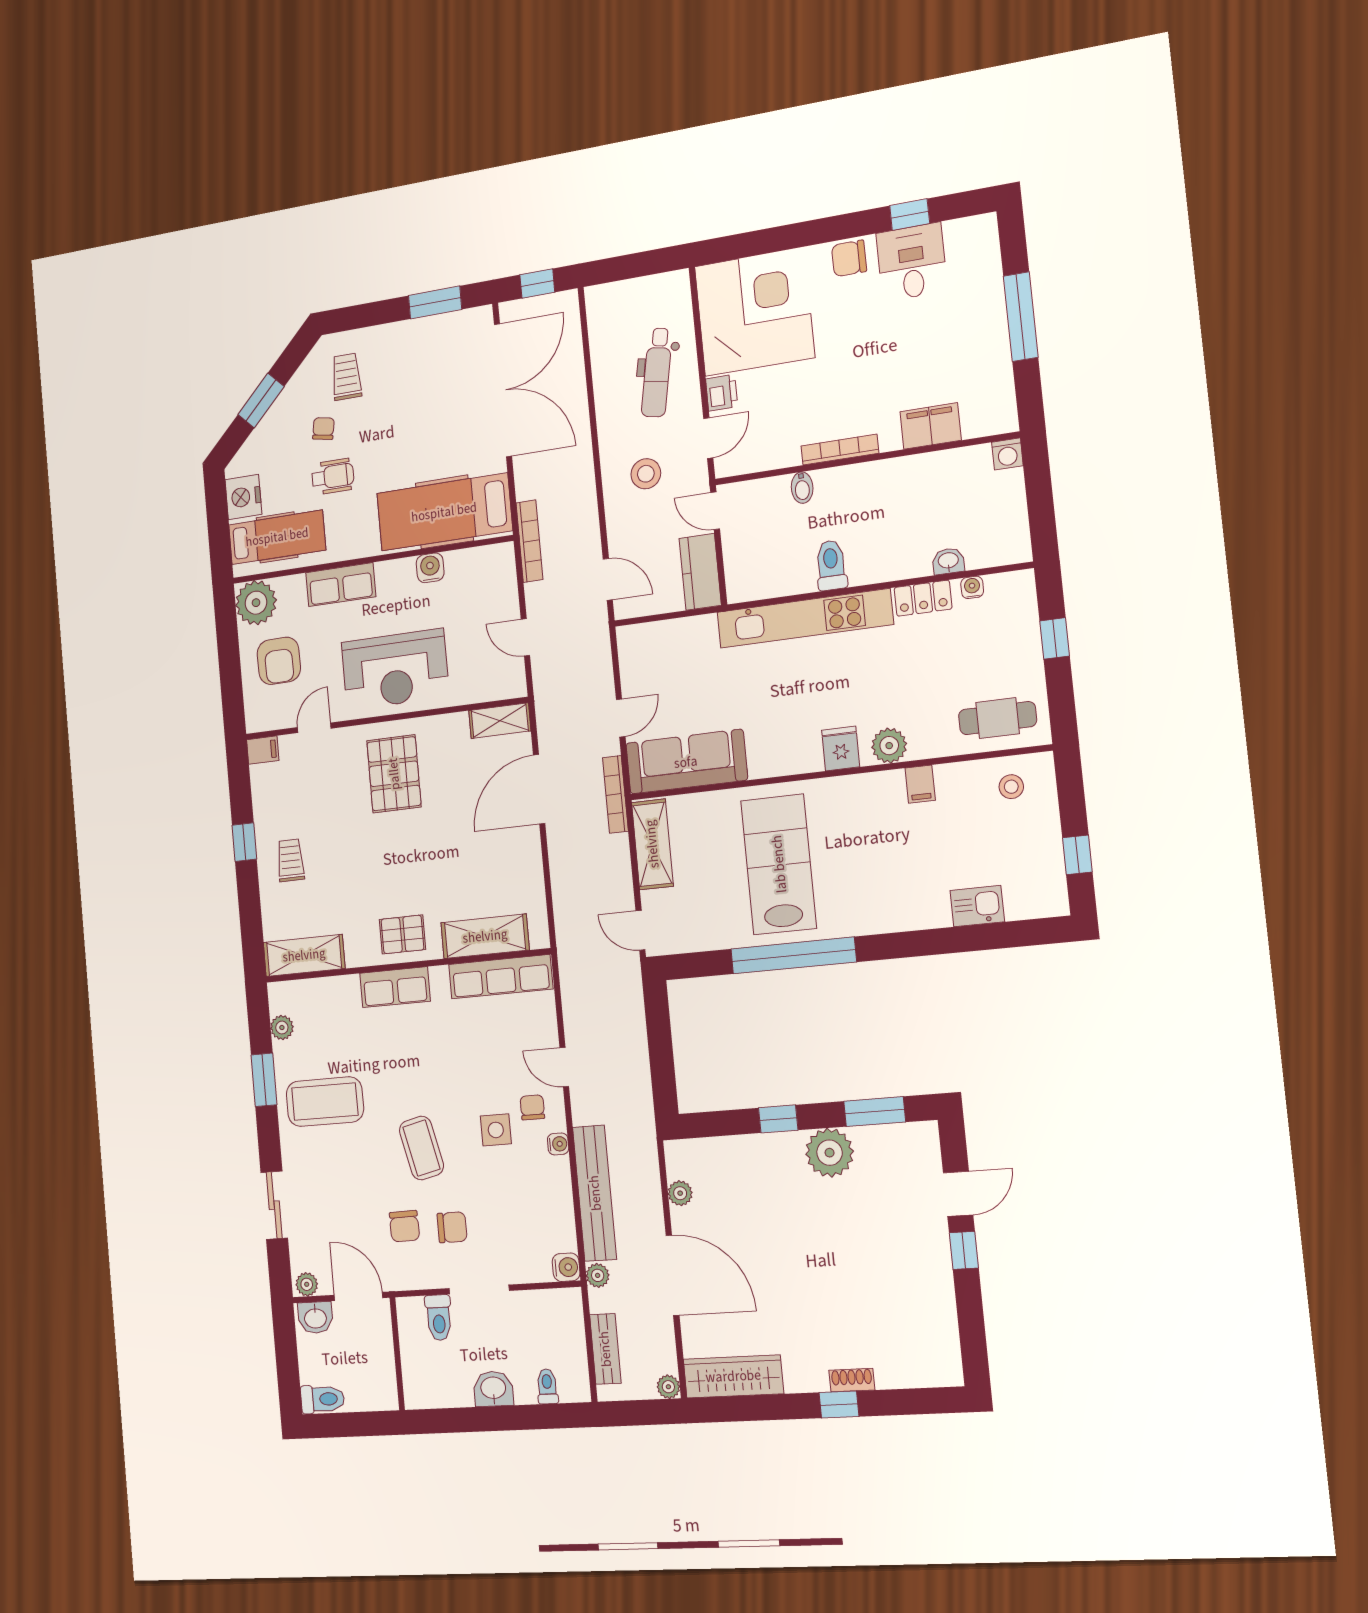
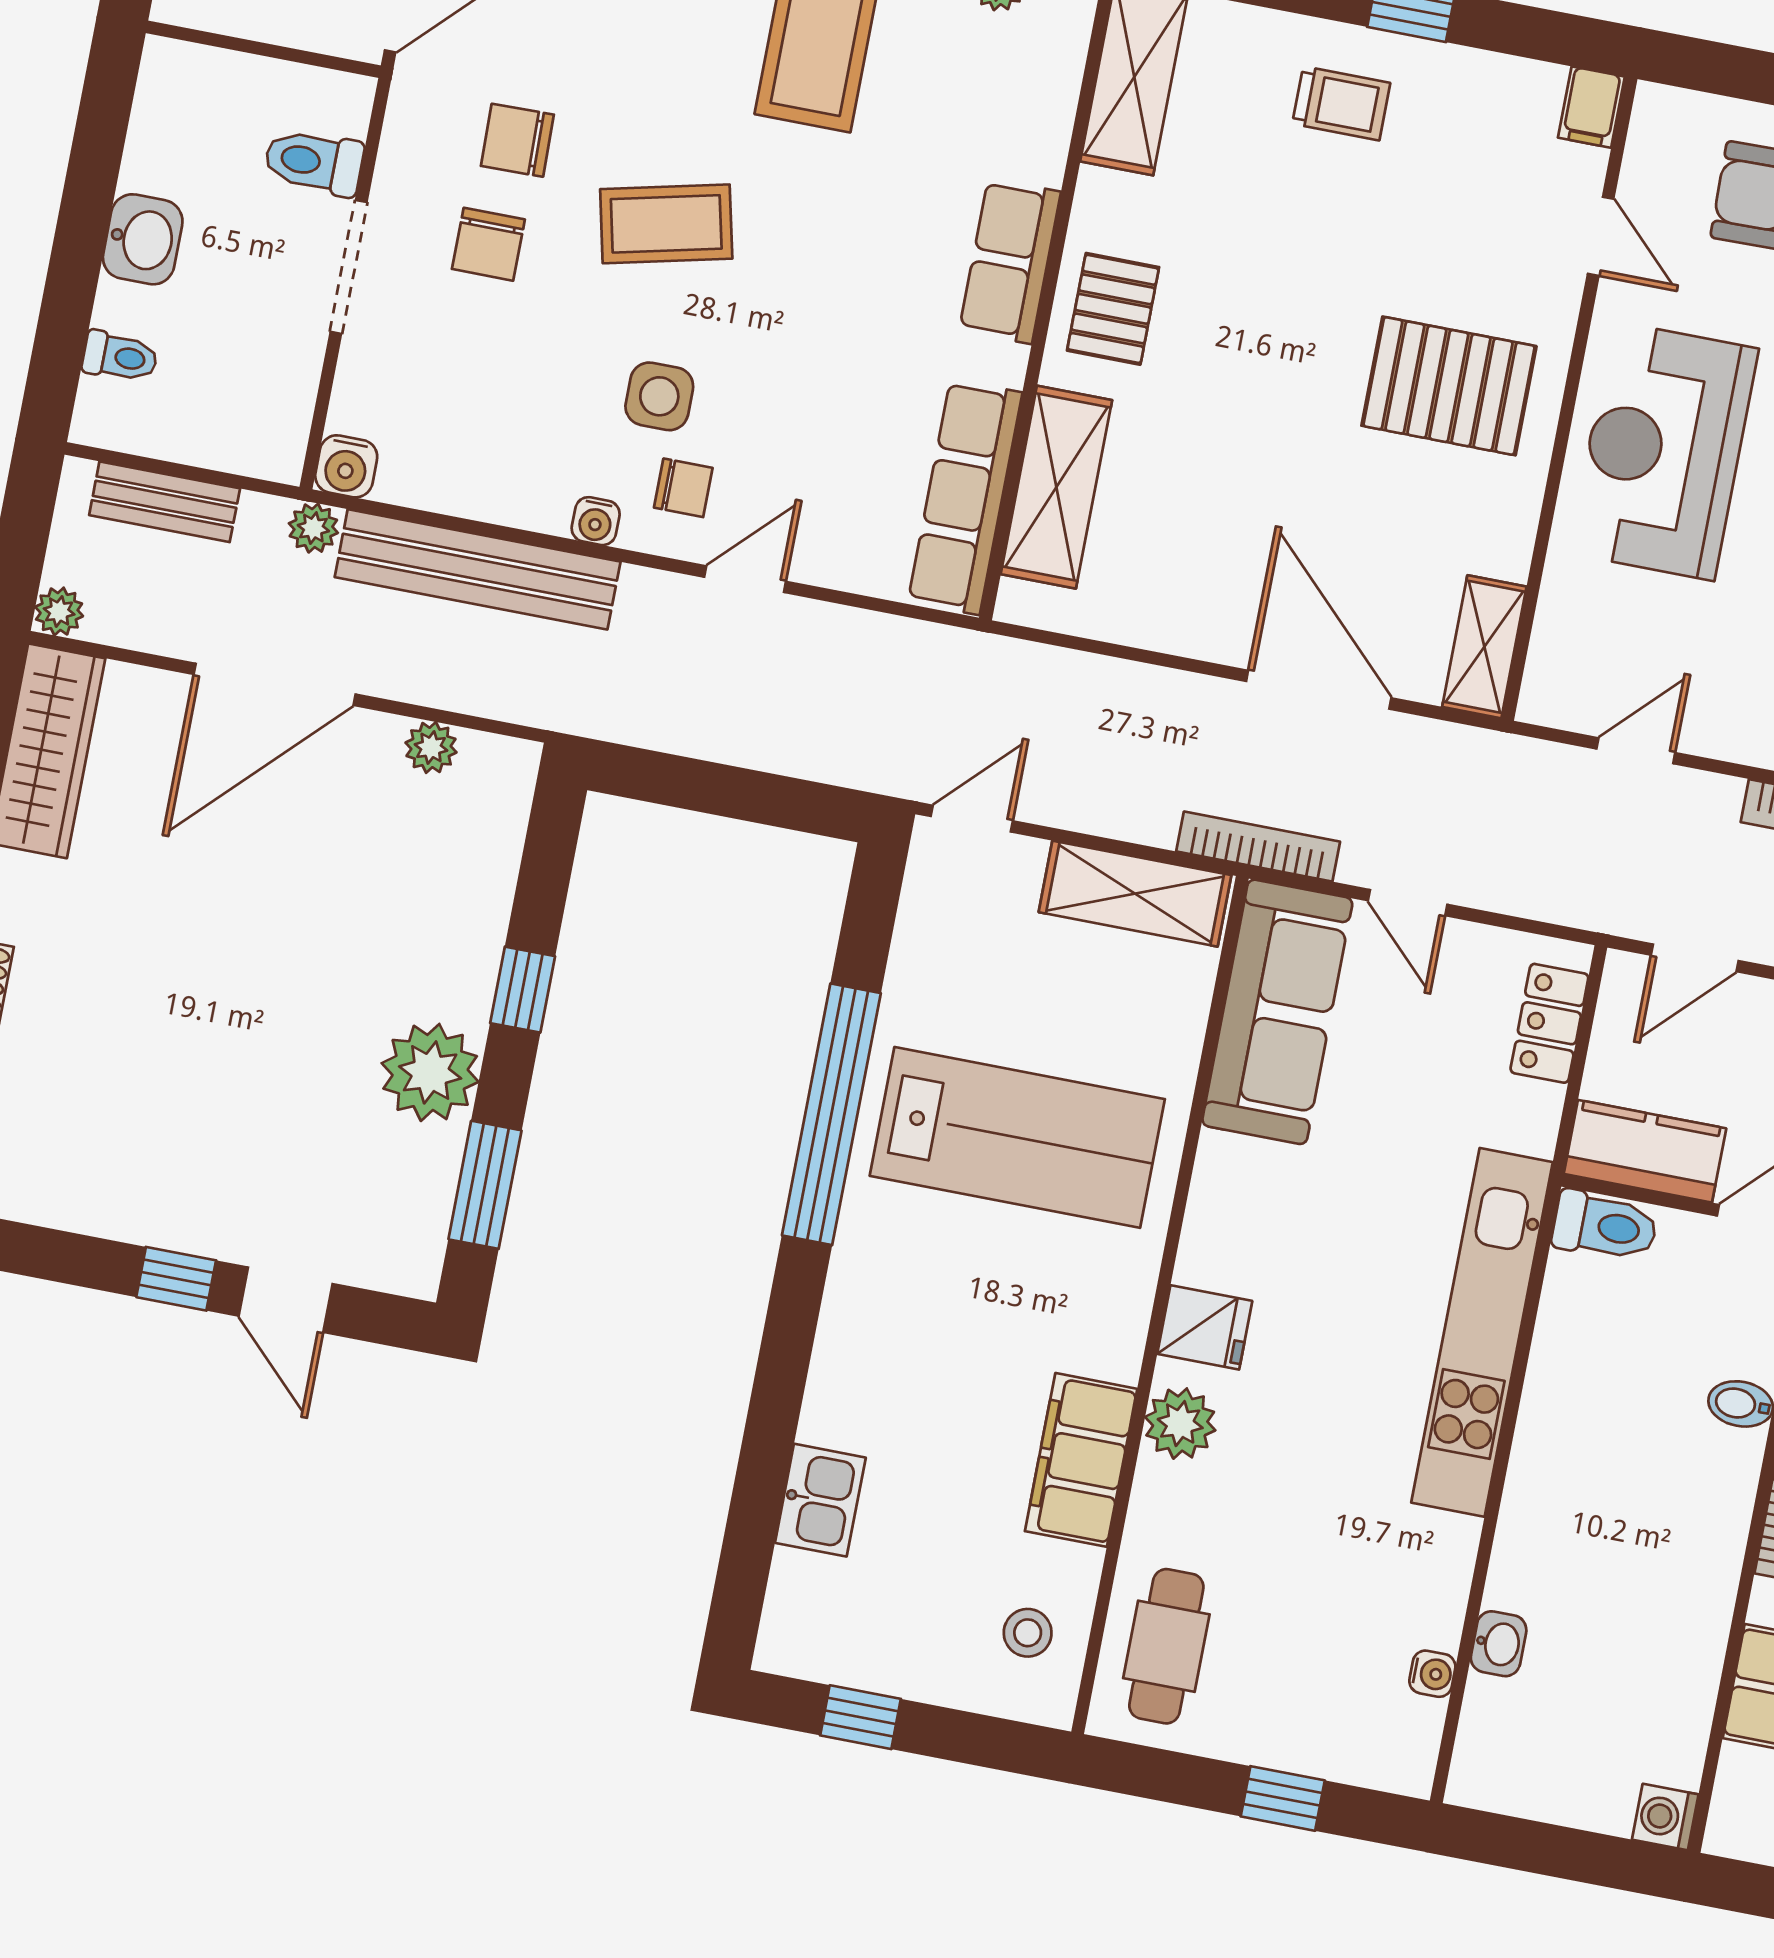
toilet: (831, 565) -> (1605, 1226), moved
locker: (923, 598) -> (1549, 1023), moved
filing cabinet: (920, 784) -> (1081, 1460), width x3.00, depth x1.17

